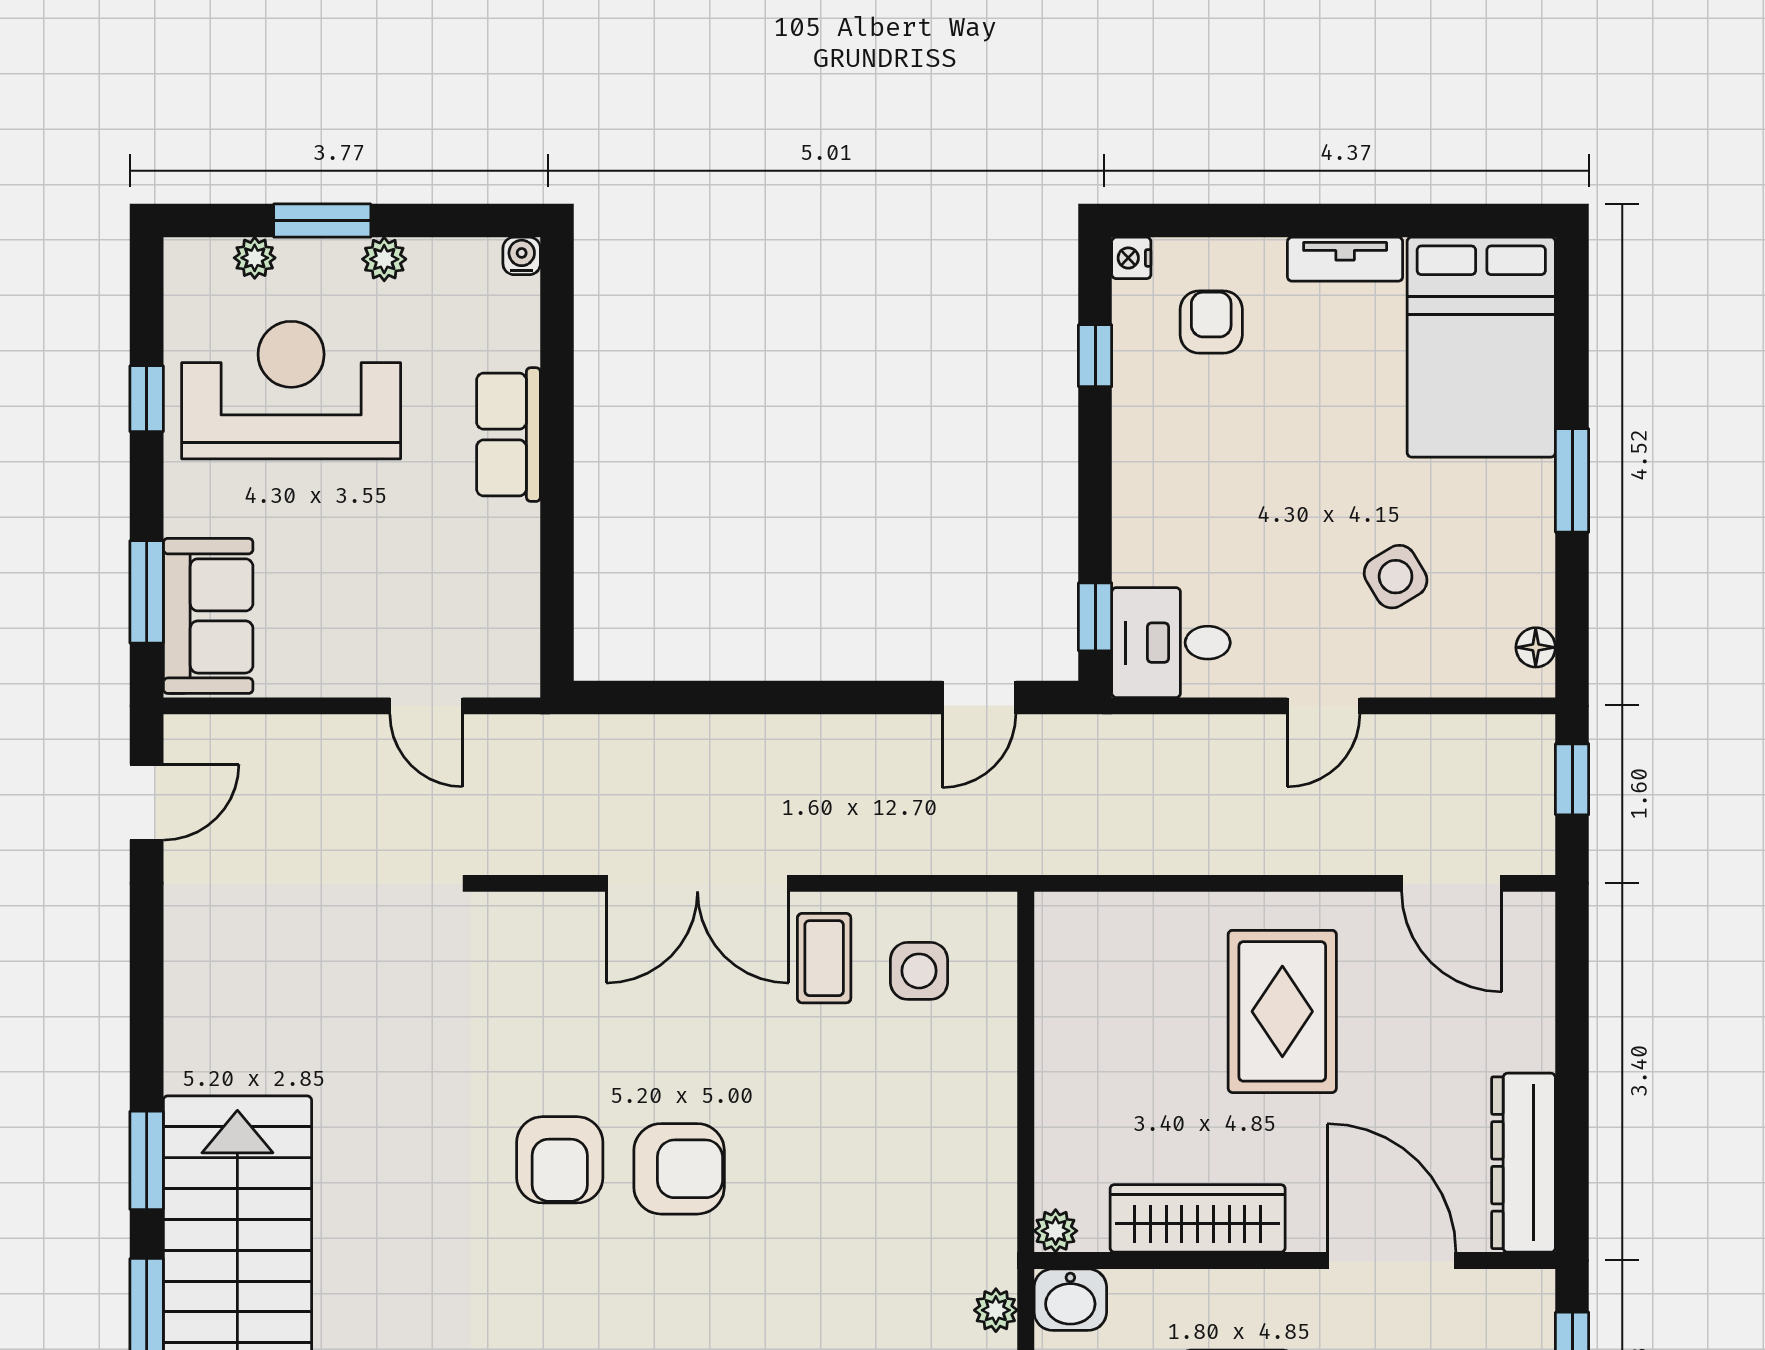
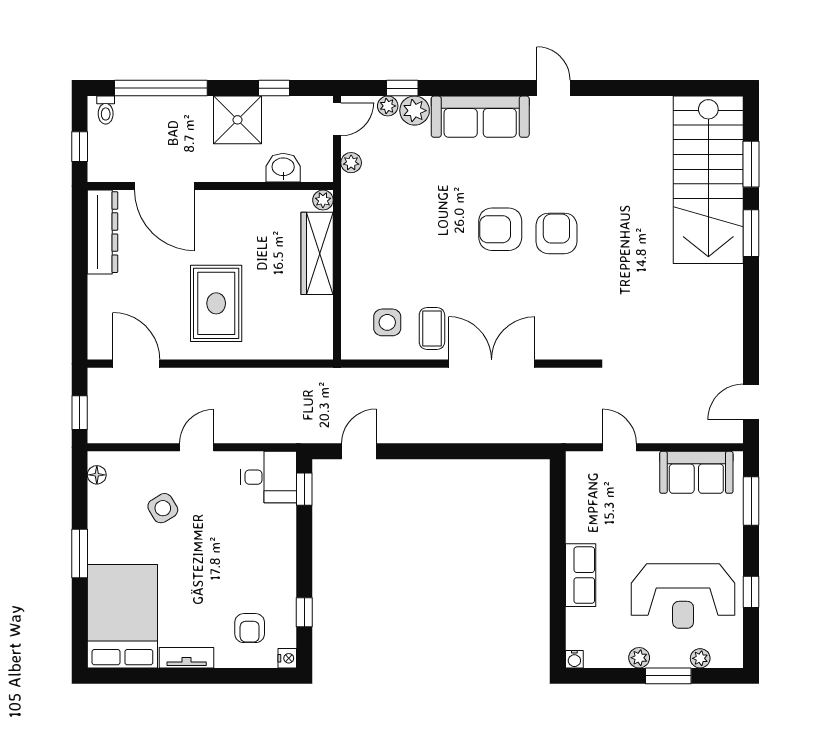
sofa: (208, 616) -> (696, 472), moved, turned -90
wardrobe: (1198, 1218) -> (317, 253), moved, turned 90
washbasin: (1070, 1300) -> (283, 168), moved

